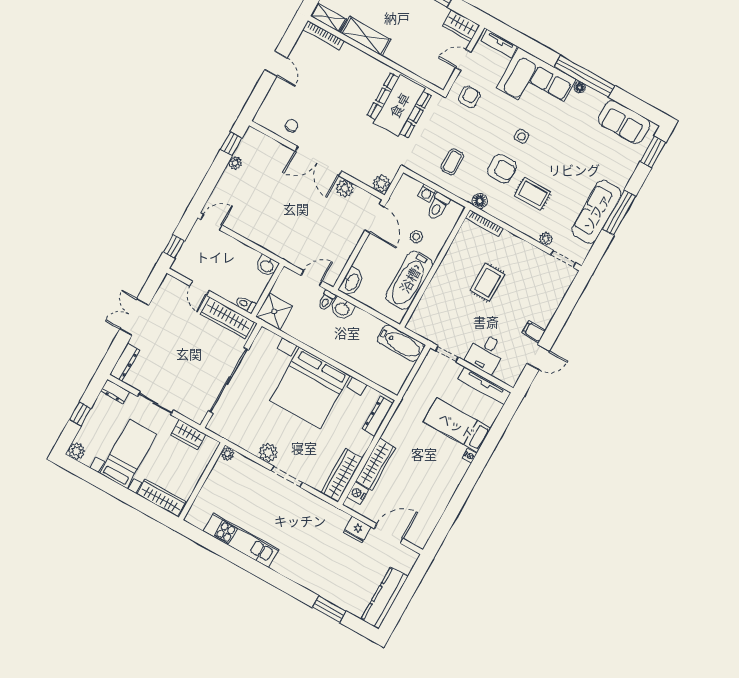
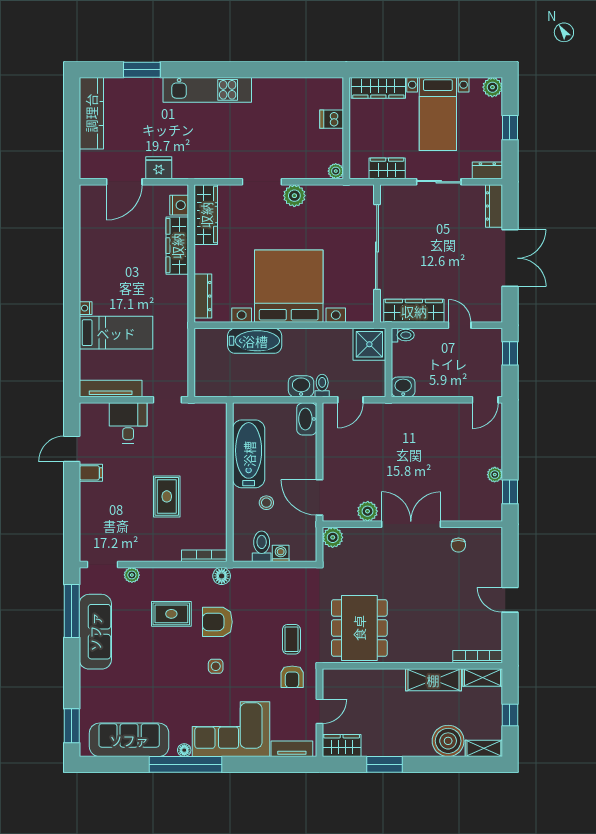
sofa: (624, 122) -> (129, 740), width x1.36
coffee table: (452, 162) -> (291, 639), moved
window: (619, 213) -> (72, 611), moved
double door: (134, 317) -> (510, 258), width x1.37
bathtub: (401, 343) -> (255, 341), moved, turned 180
dishwasher: (209, 494) -> (332, 119), added
kitchen unit: (241, 540) -> (207, 90), moved

